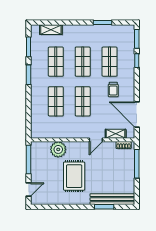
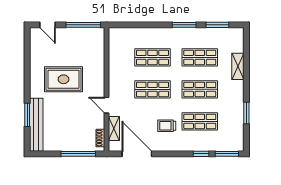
shelving: (51, 30) -> (238, 66), moved
door: (137, 114) -> (137, 154), hinge flipped
plant: (58, 149) -> (95, 60), removed

